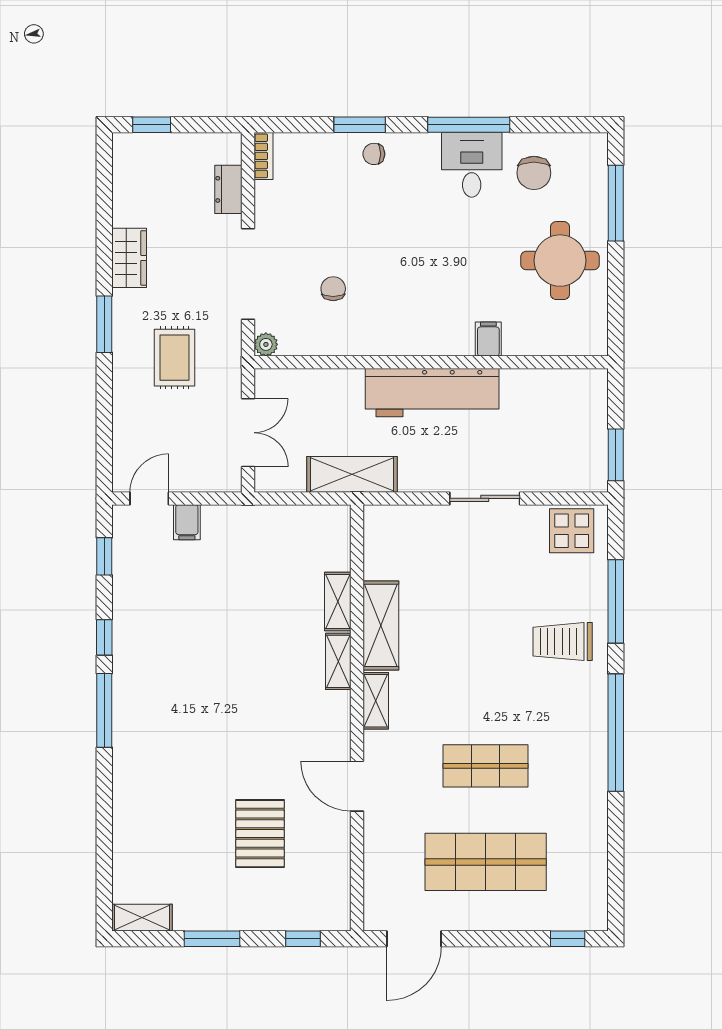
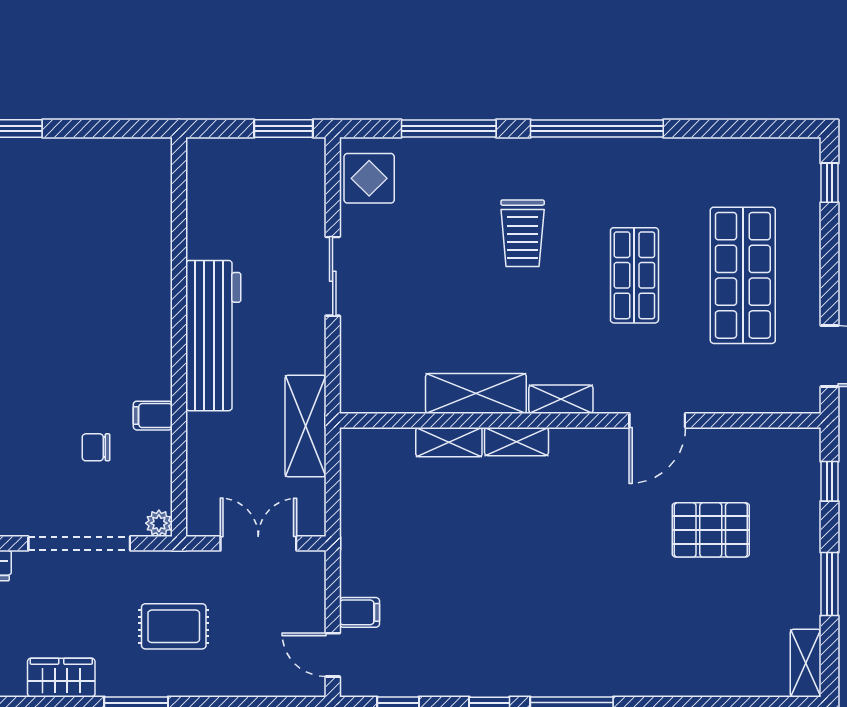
round table: (560, 261) -> (64, 191), removed
filing cabinet: (488, 339) -> (153, 416), moved
trolley: (563, 642) -> (523, 233), moved

